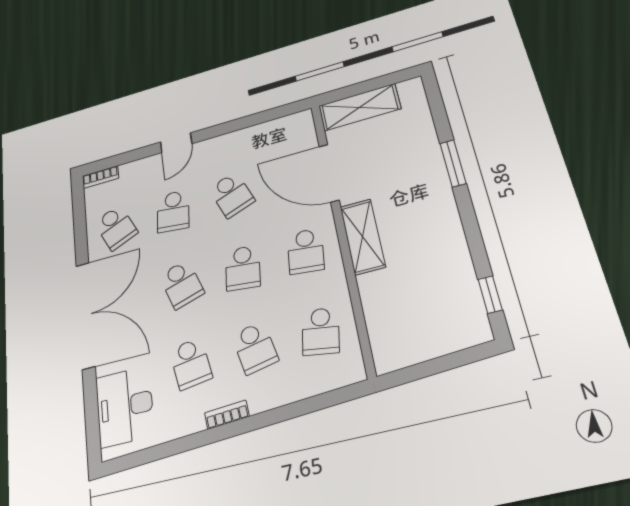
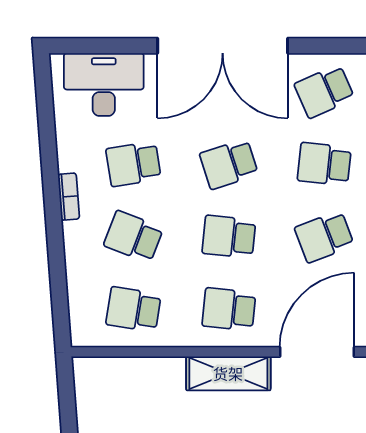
school desk: (255, 348) -> (133, 237), turned 33

